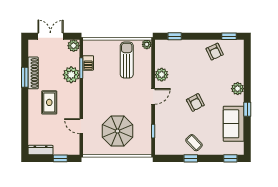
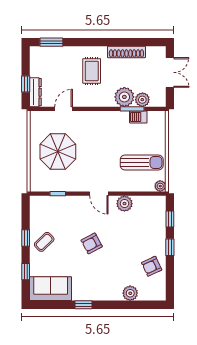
window: (229, 36) -> (170, 247), moved
plant: (74, 46) -> (142, 100), moved
window: (25, 77) -> (51, 42), moved
plant: (238, 89) -> (130, 293), moved
rug: (49, 102) -> (92, 71), turned 90
sofa: (234, 124) -> (51, 289), moved
dresser: (41, 150) -> (35, 92), moved
window: (230, 158) -> (26, 272), moved

